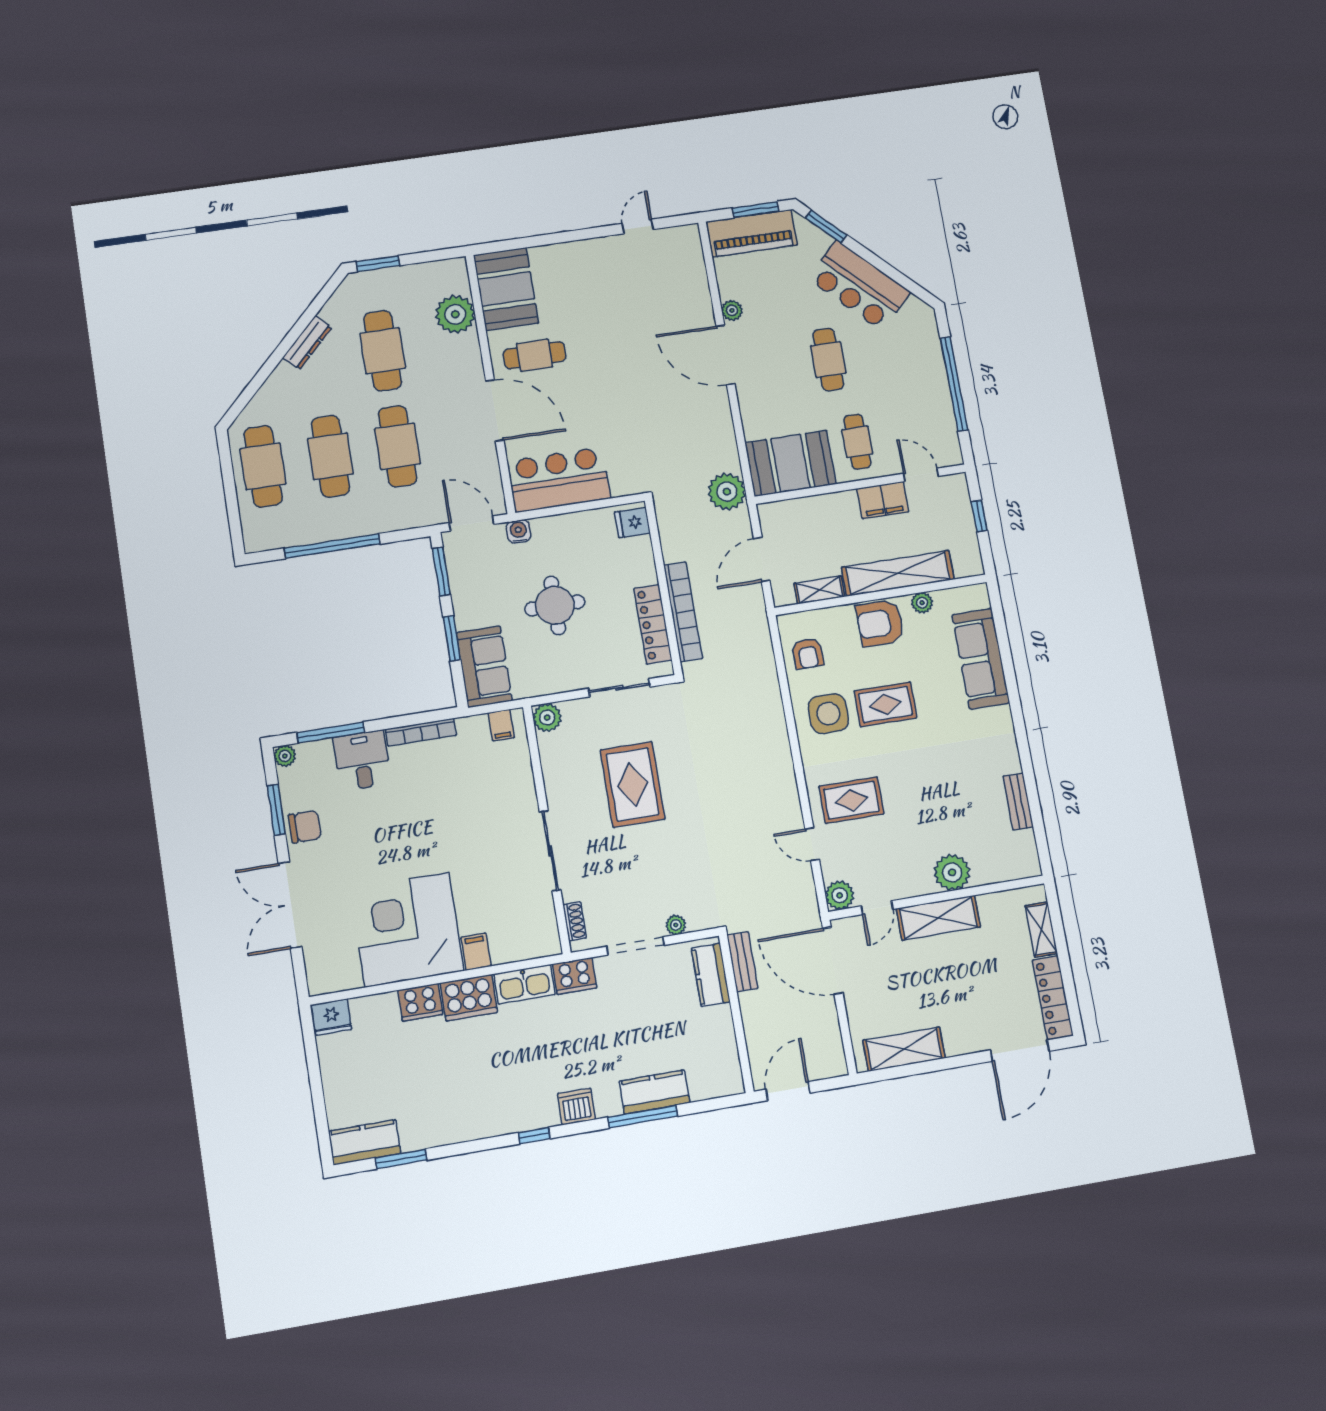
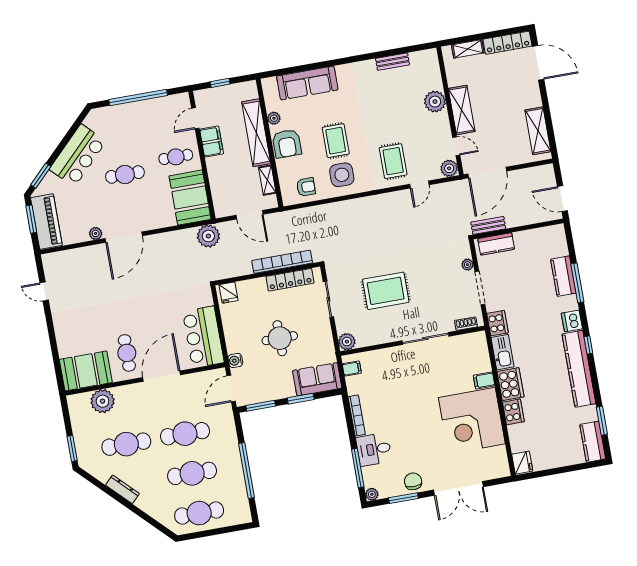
kitchen counter: (493, 1118) -> (579, 369), added

